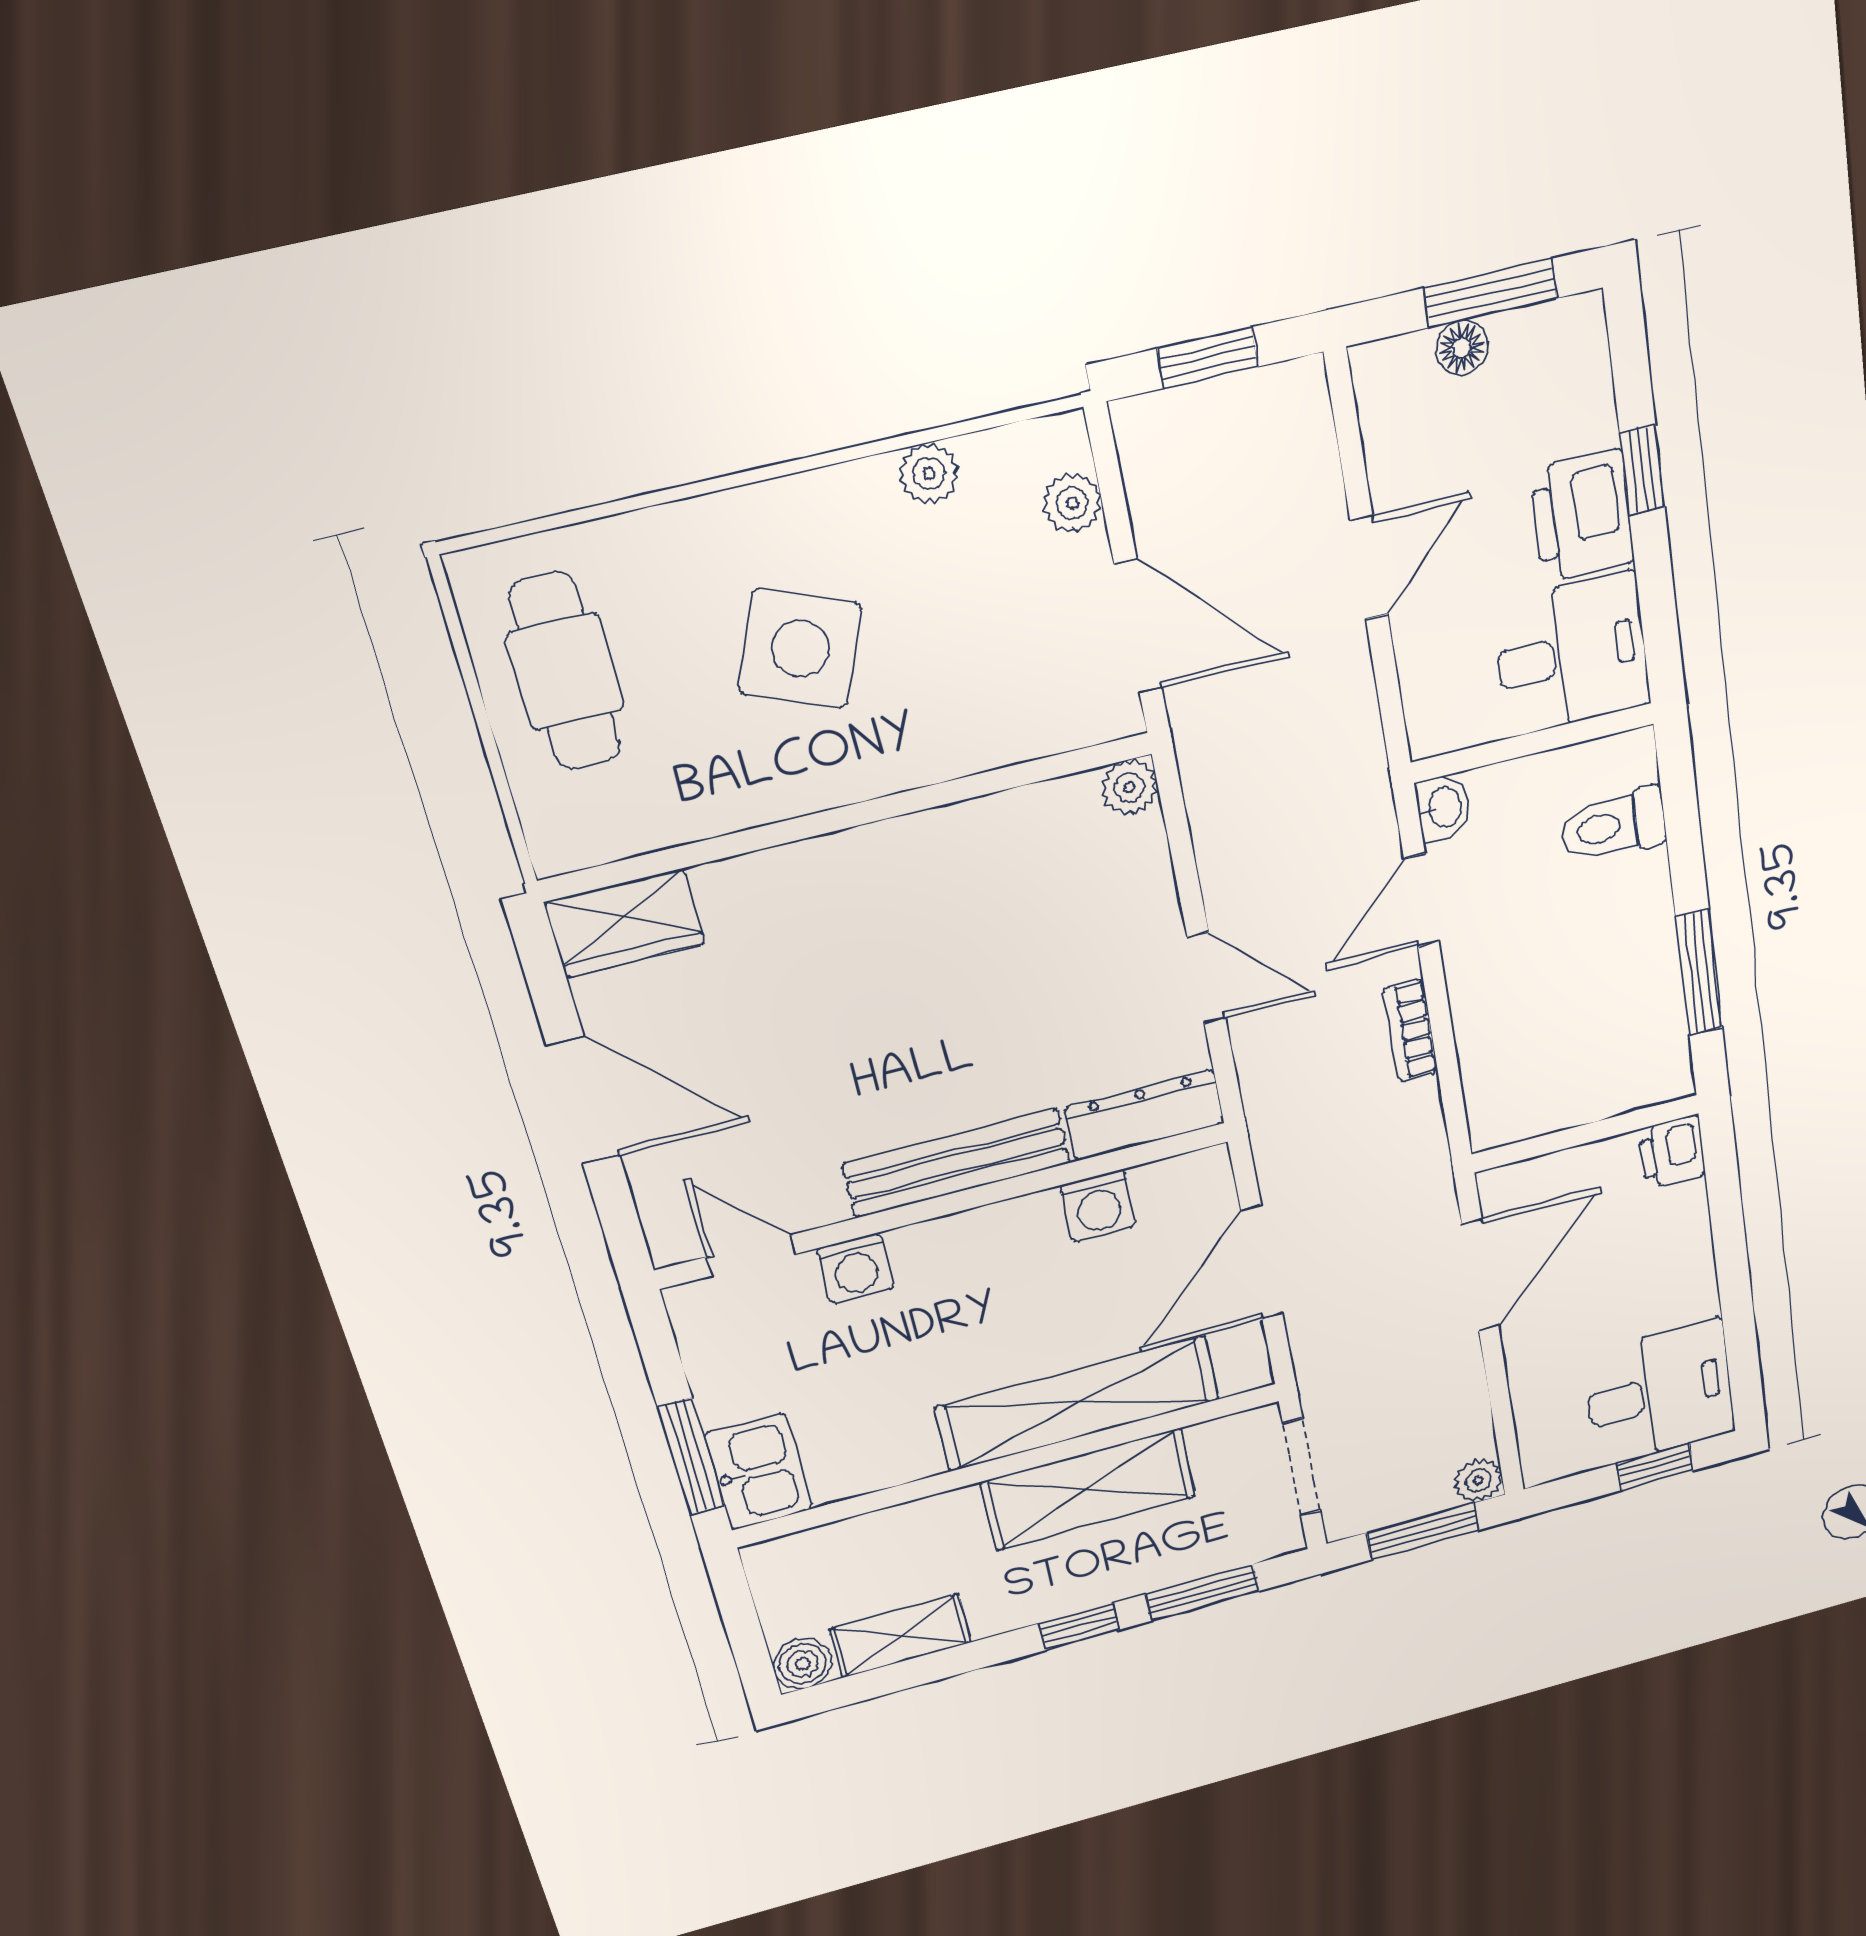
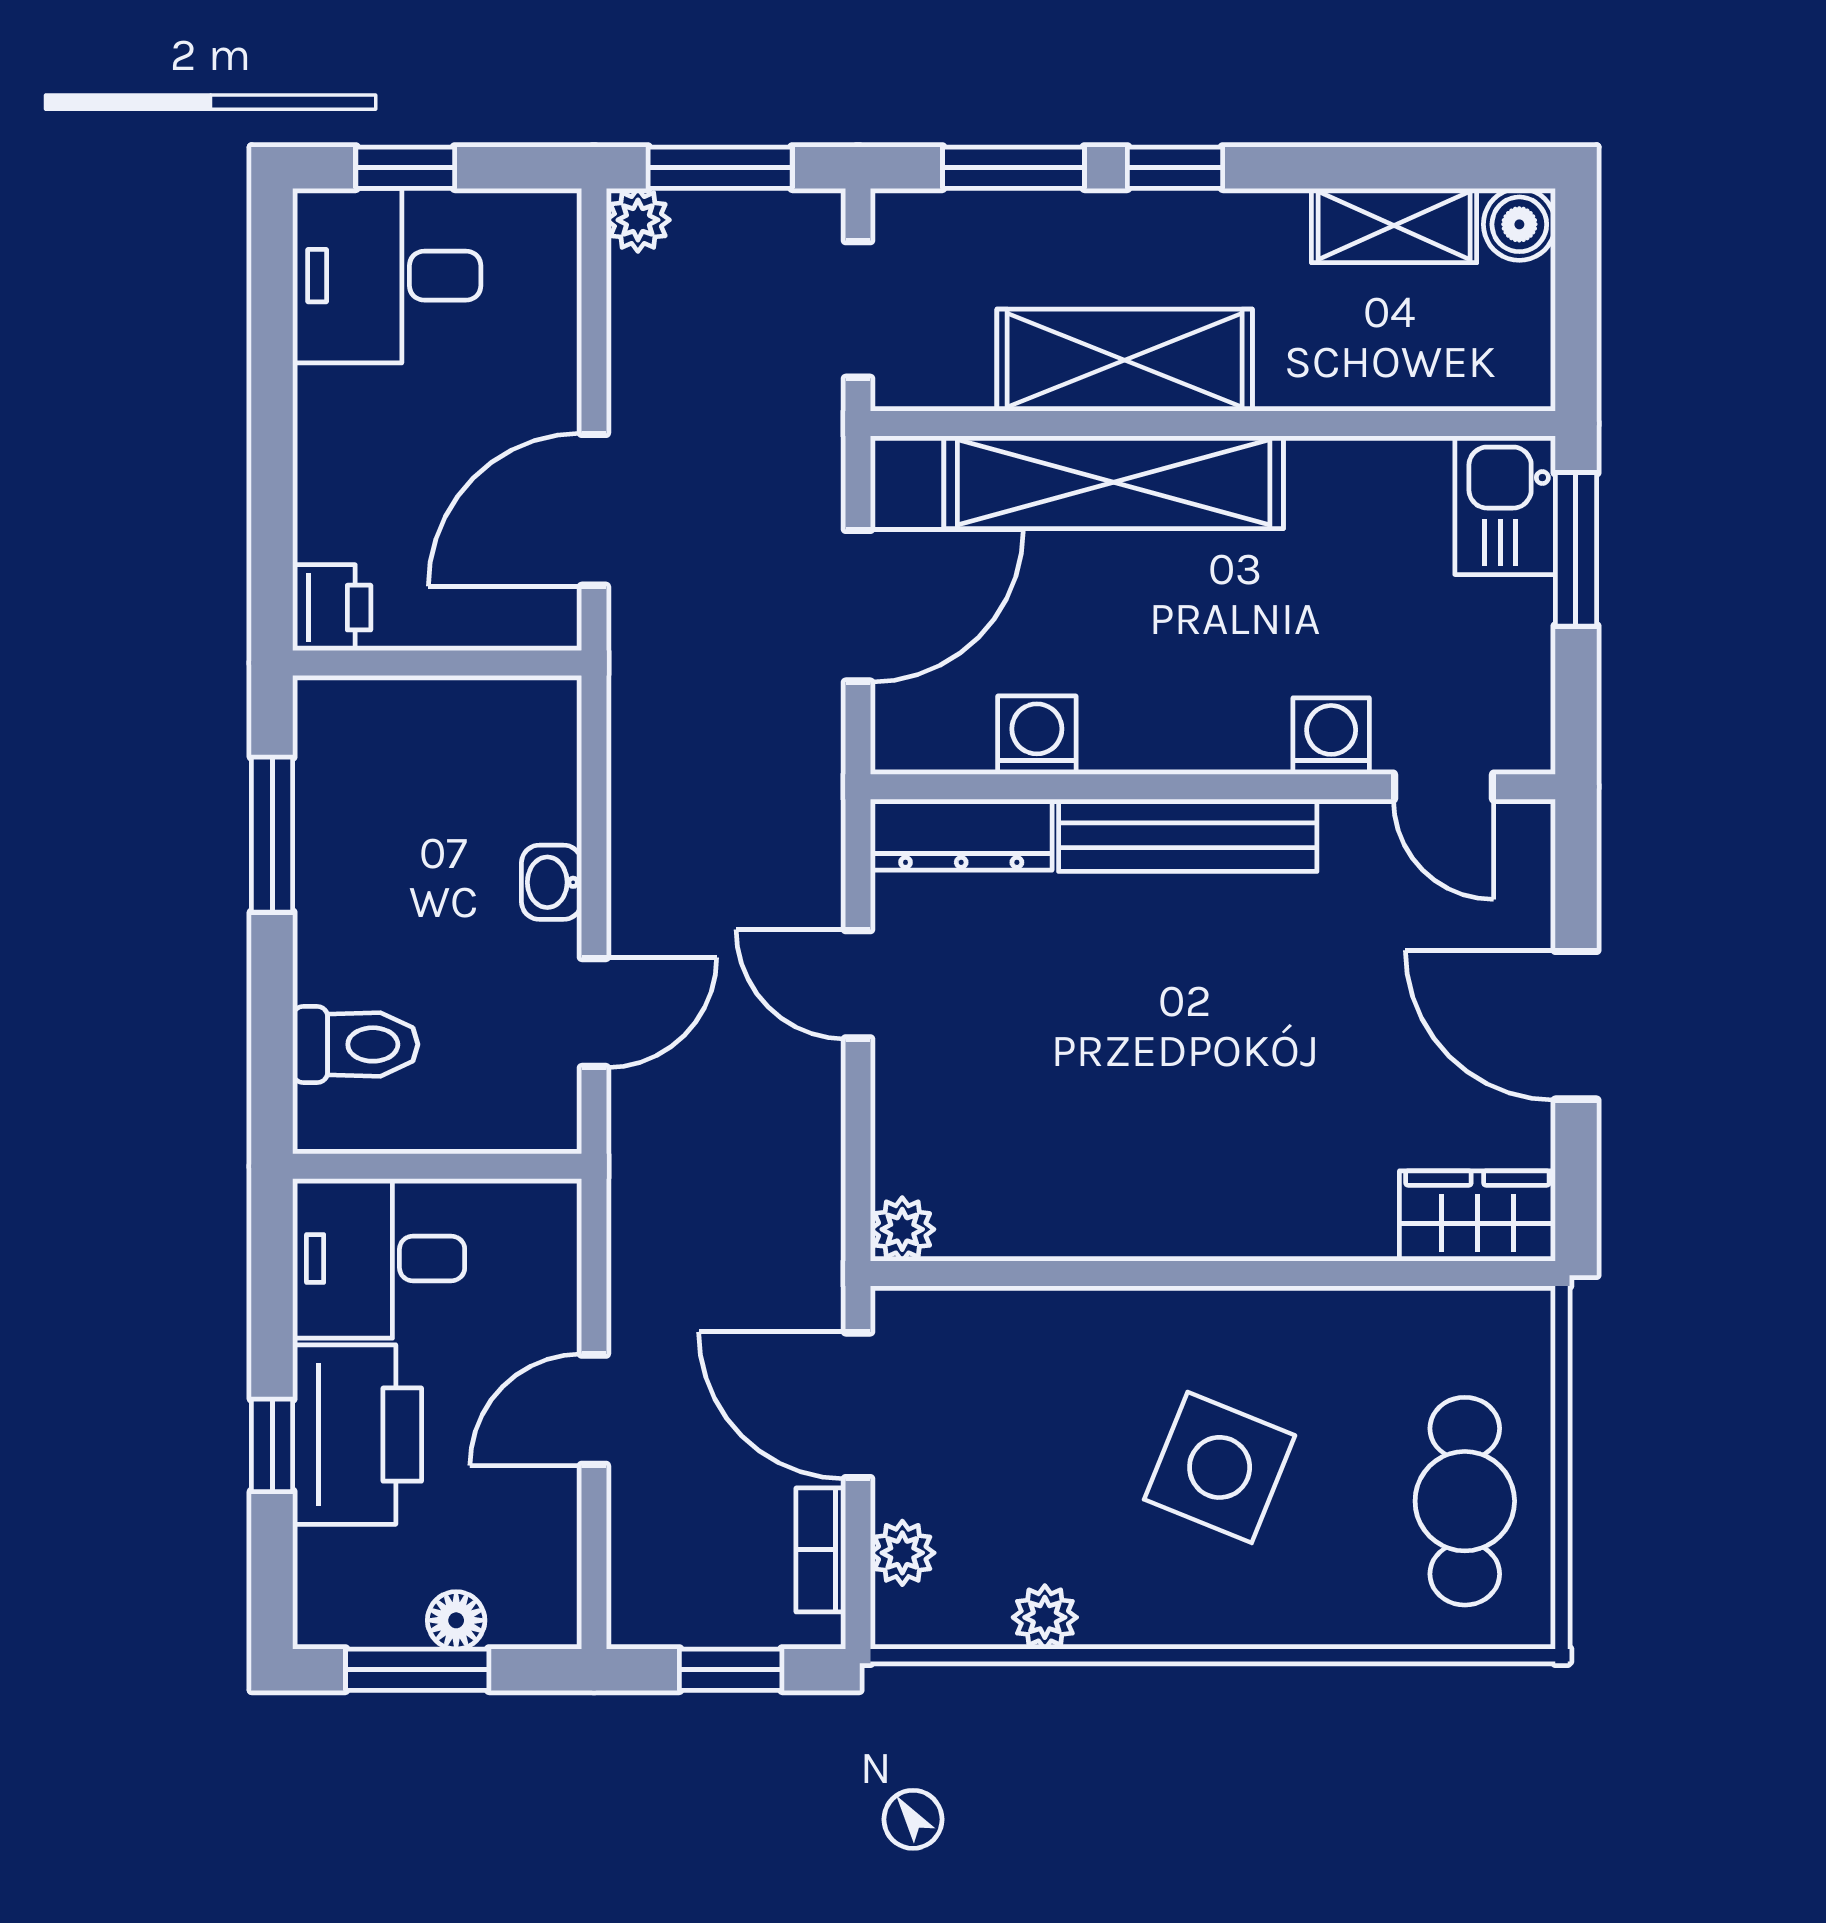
printer: (1582, 516) -> (357, 1435), width x1.37, depth x1.19
washbasin: (1444, 807) -> (551, 882), moved
bookcase: (1411, 1031) -> (821, 1550), moved, turned 180

